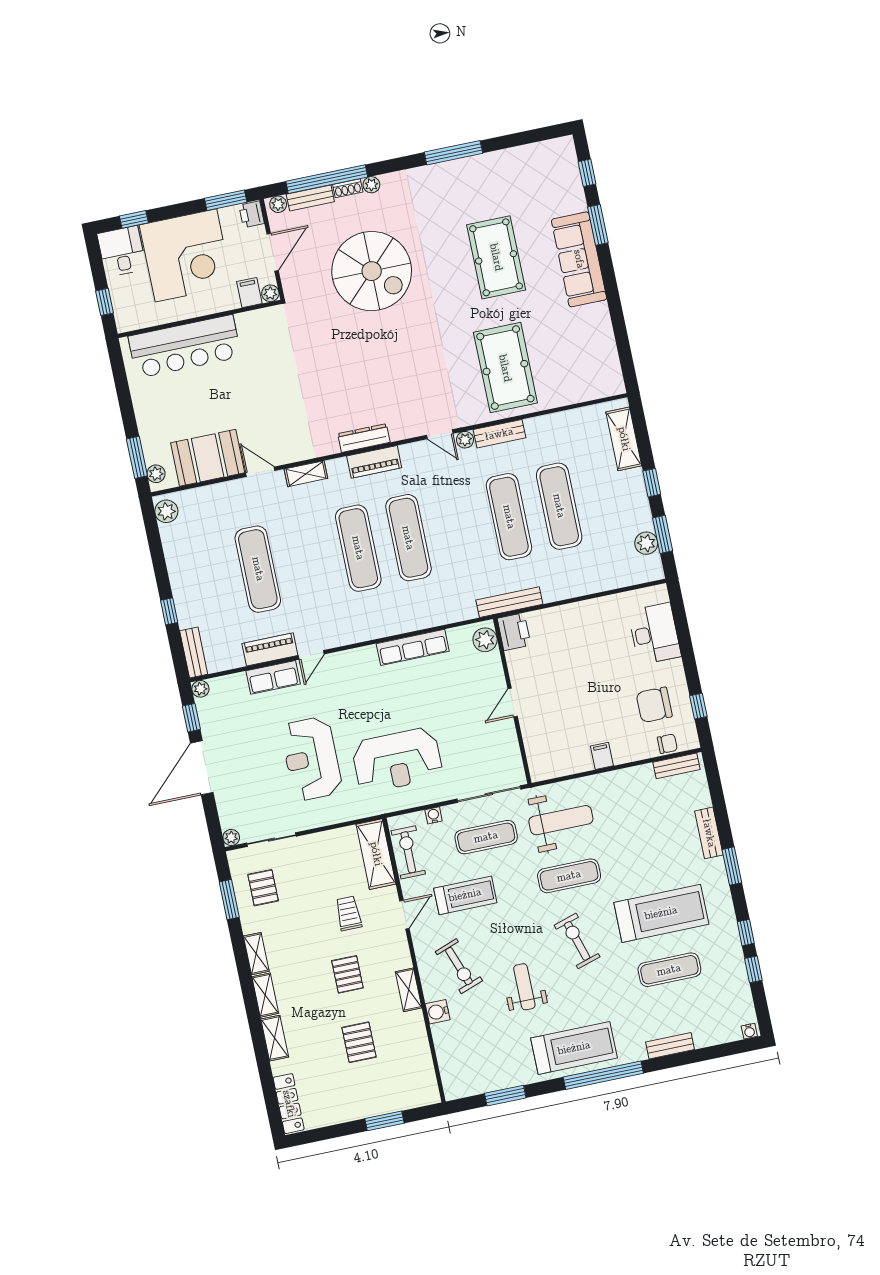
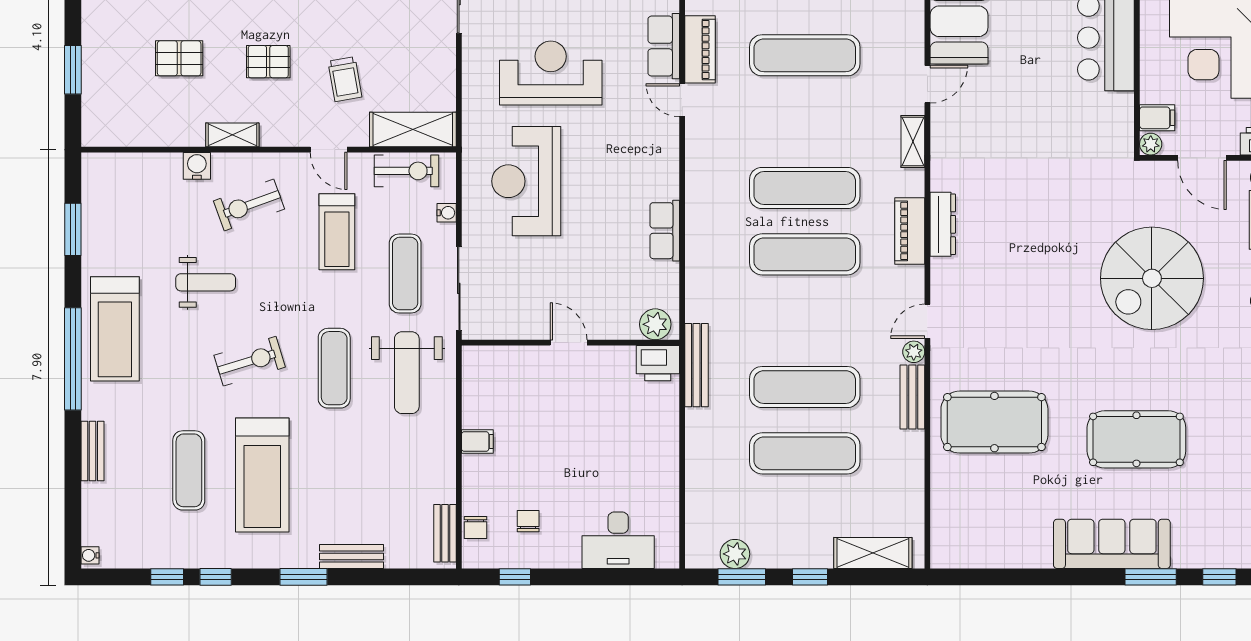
row of seats: (413, 647) -> (665, 231), width x0.68
chair: (654, 705) -> (528, 521), width x0.54, depth x0.54
trolley: (349, 913) -> (345, 79), turned 80

